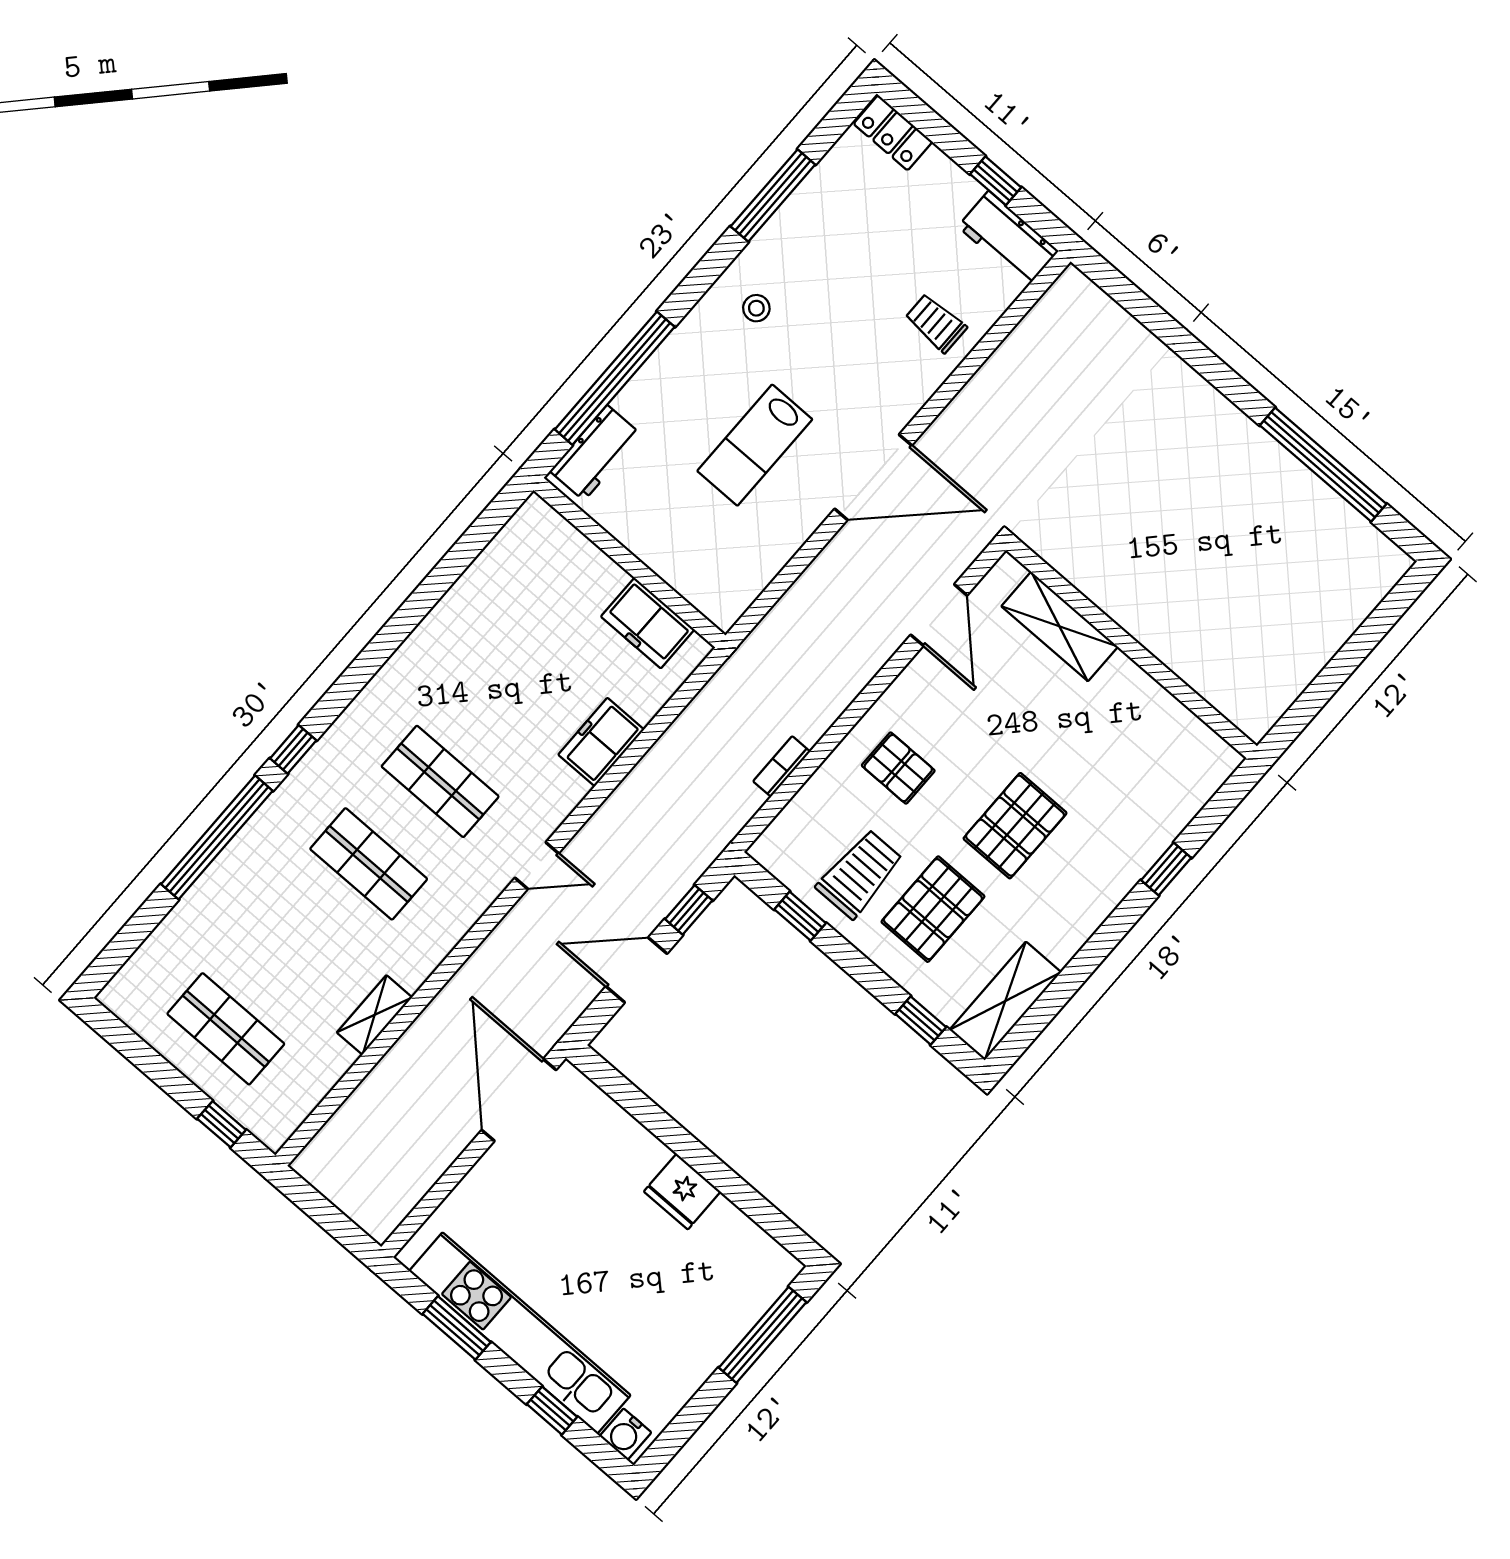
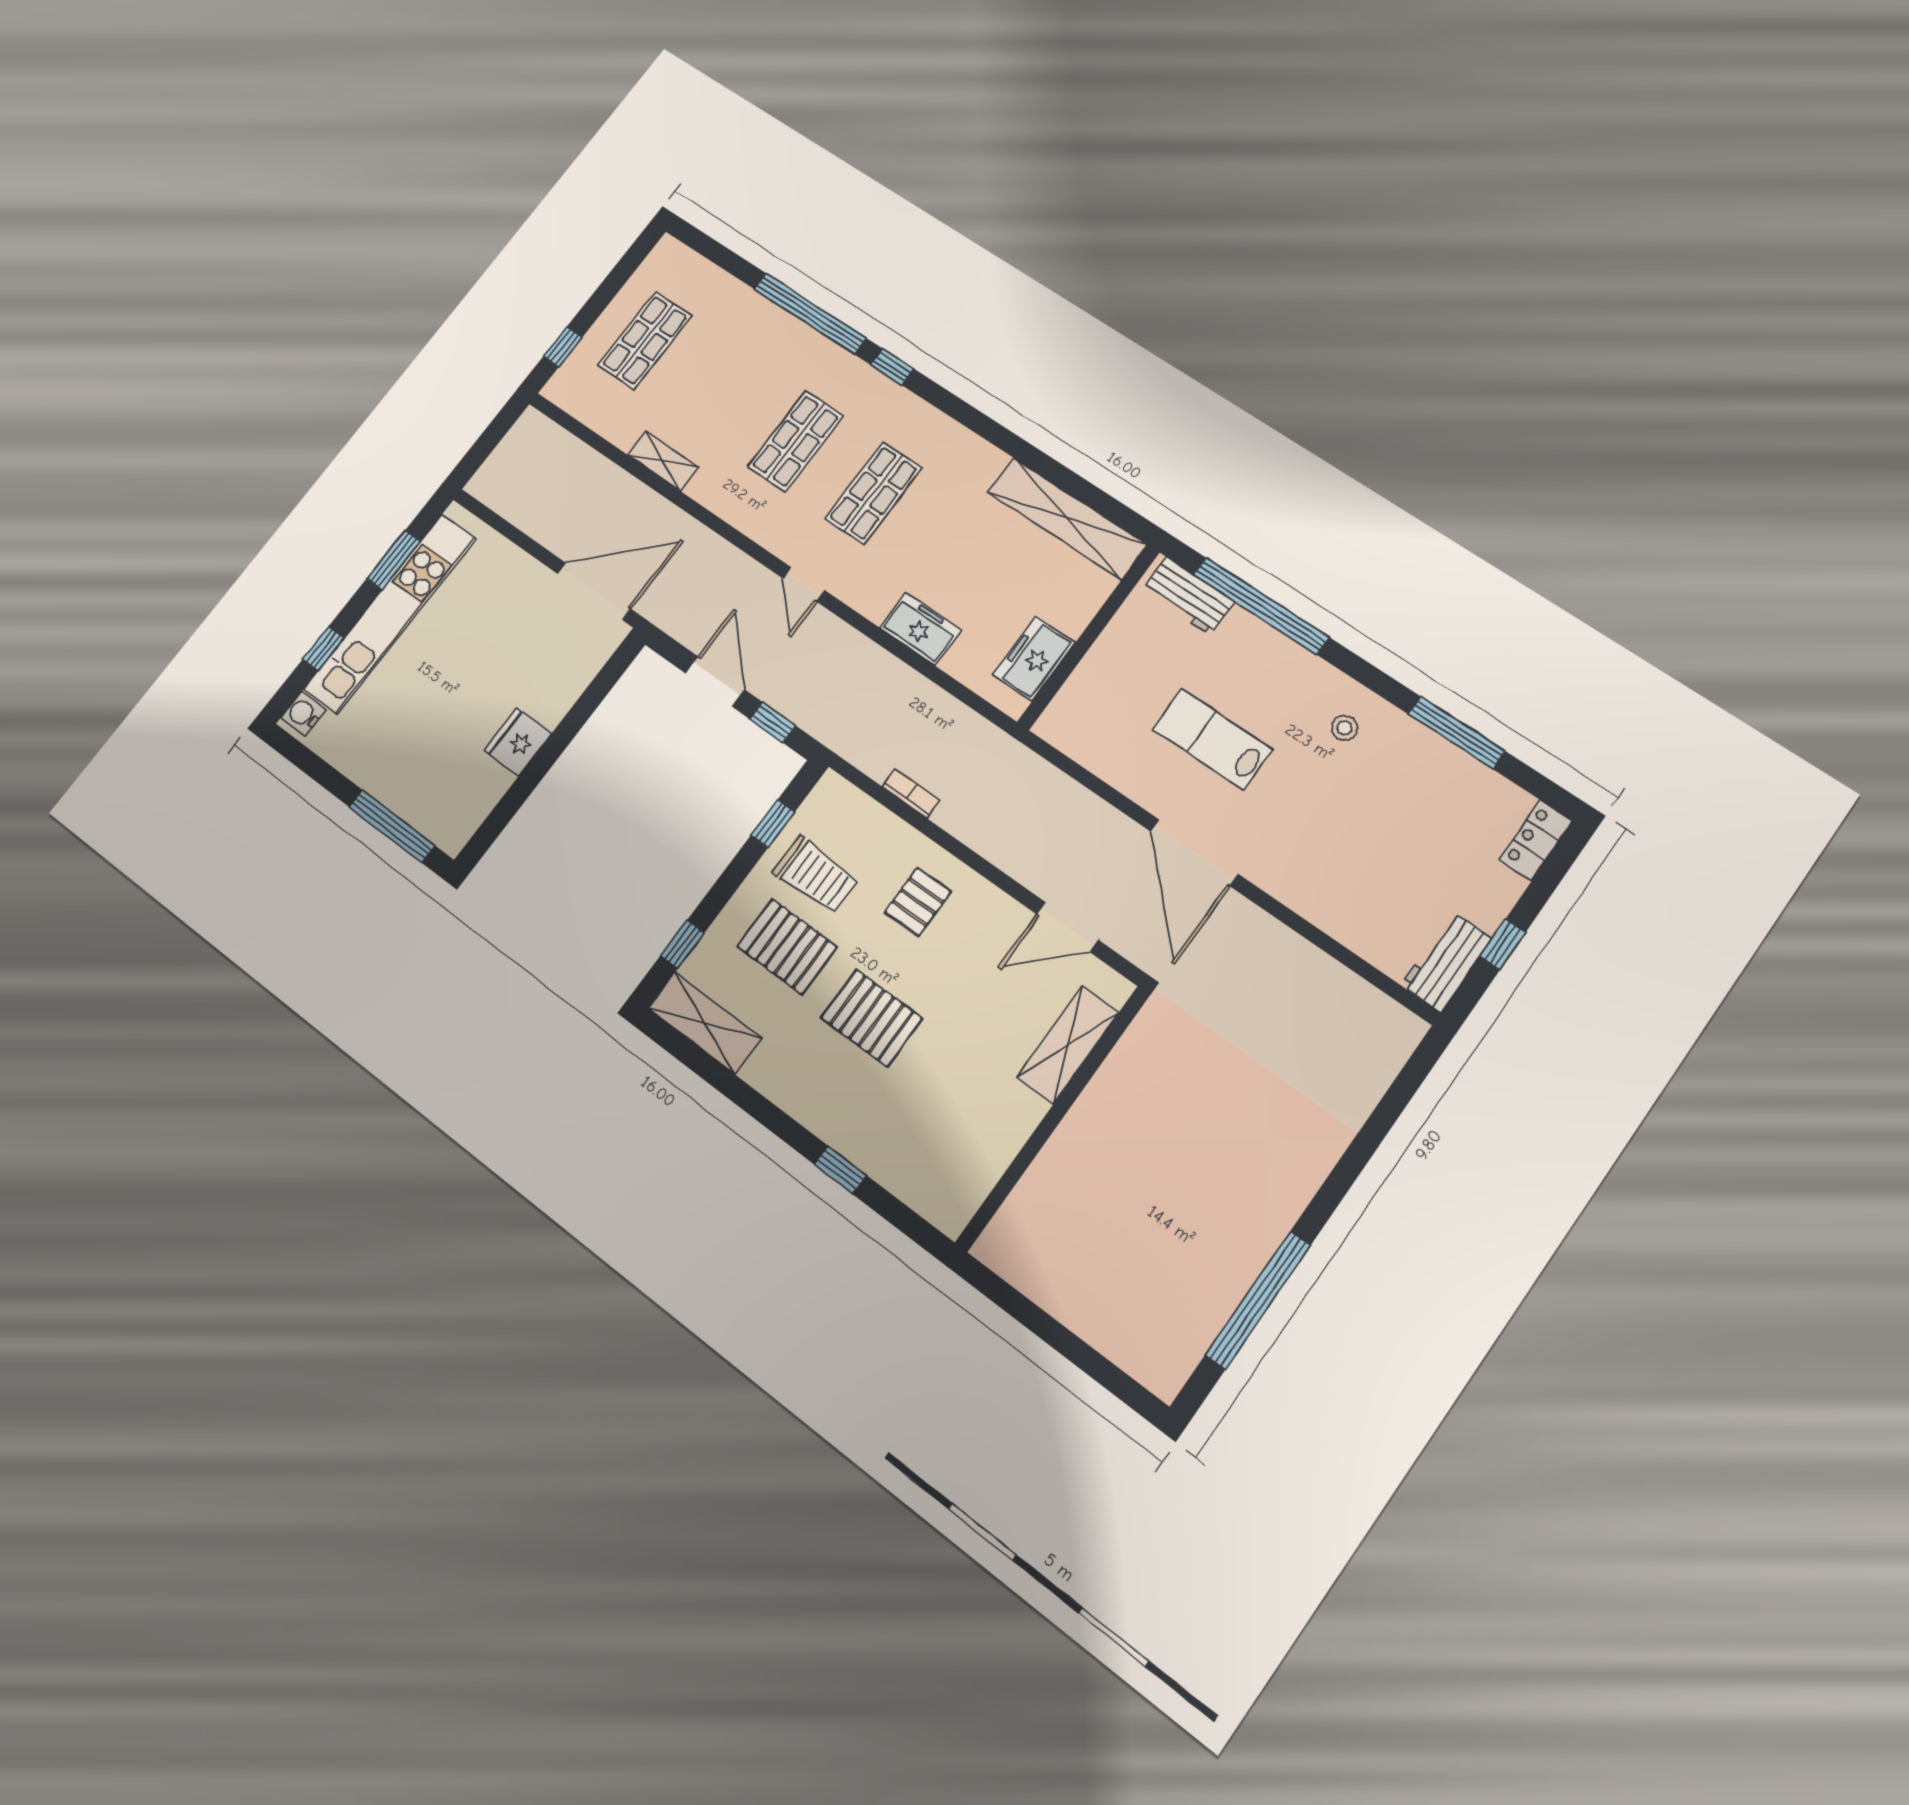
trolley: (936, 323) -> (1352, 899), removed
shelving: (494, 573) -> (1067, 518), added

